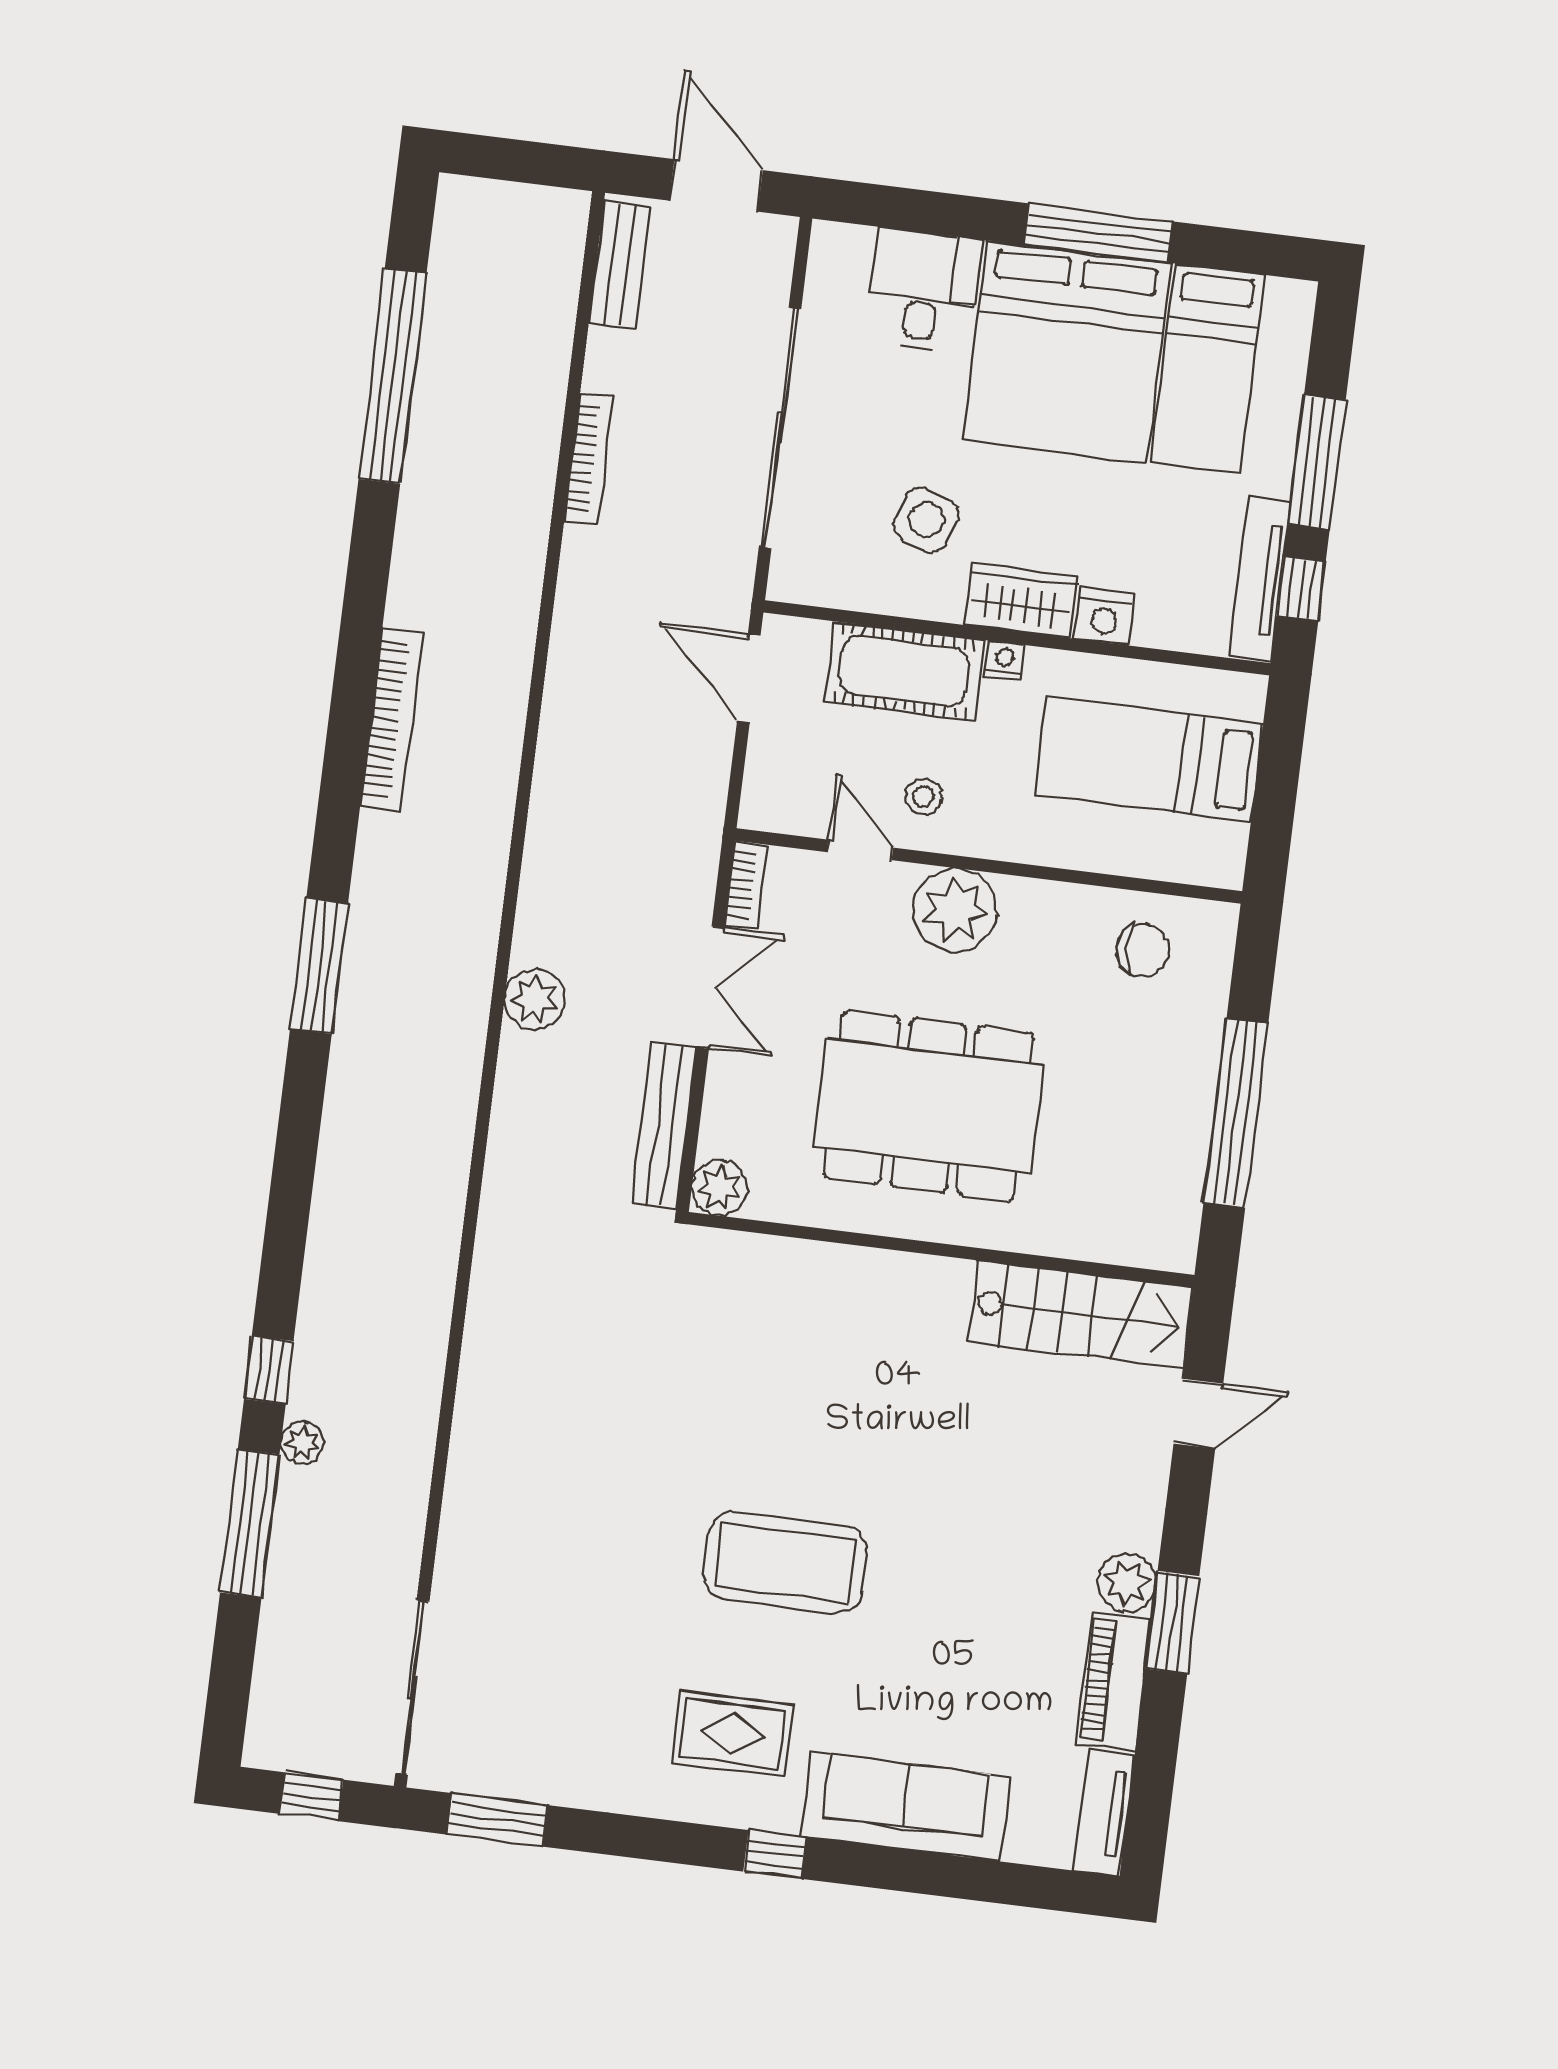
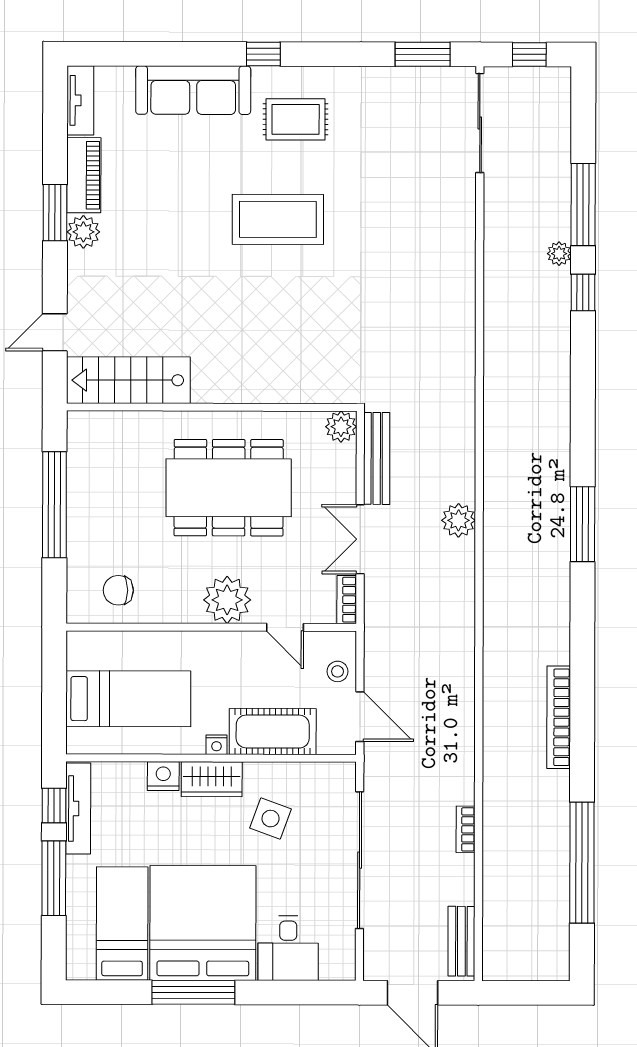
bookcase: (588, 459) -> (466, 829), width x0.64
bookcase: (391, 719) -> (559, 717), moved
stool: (923, 797) -> (338, 671), moved

